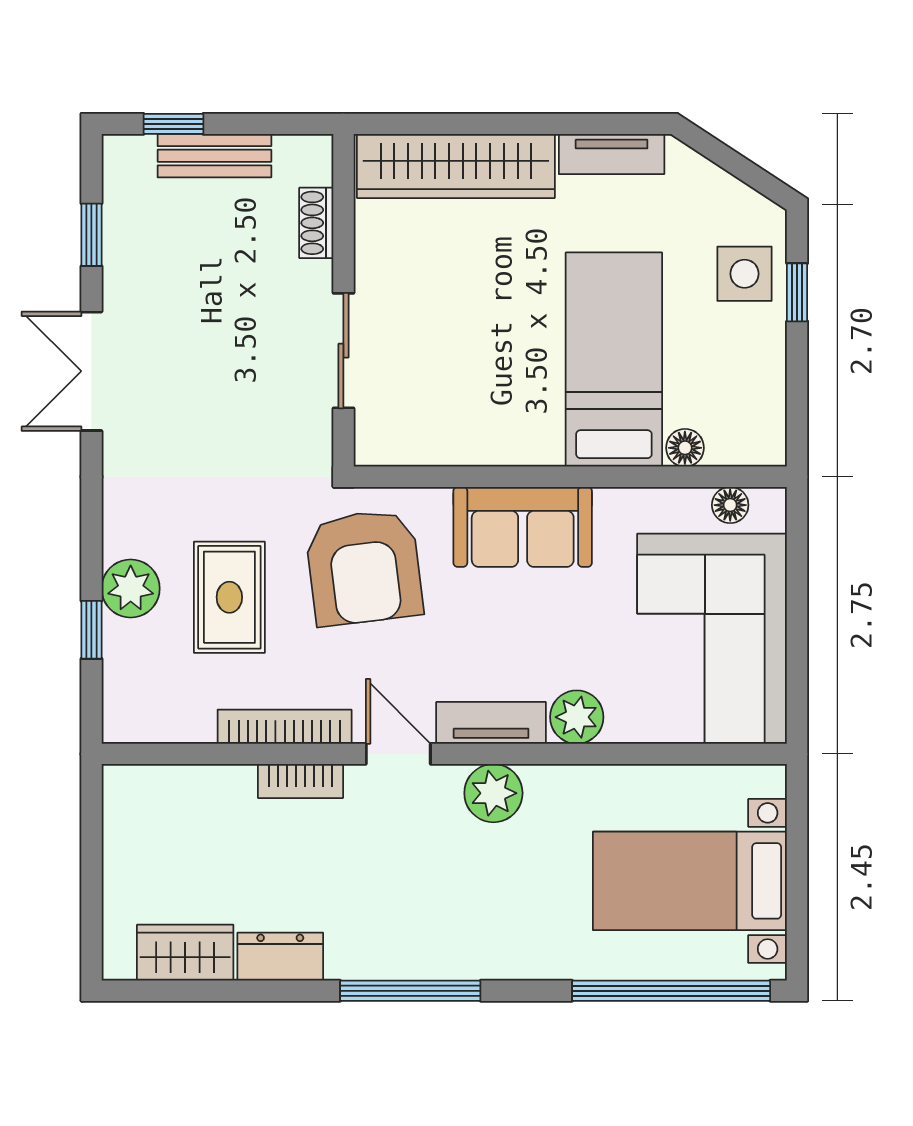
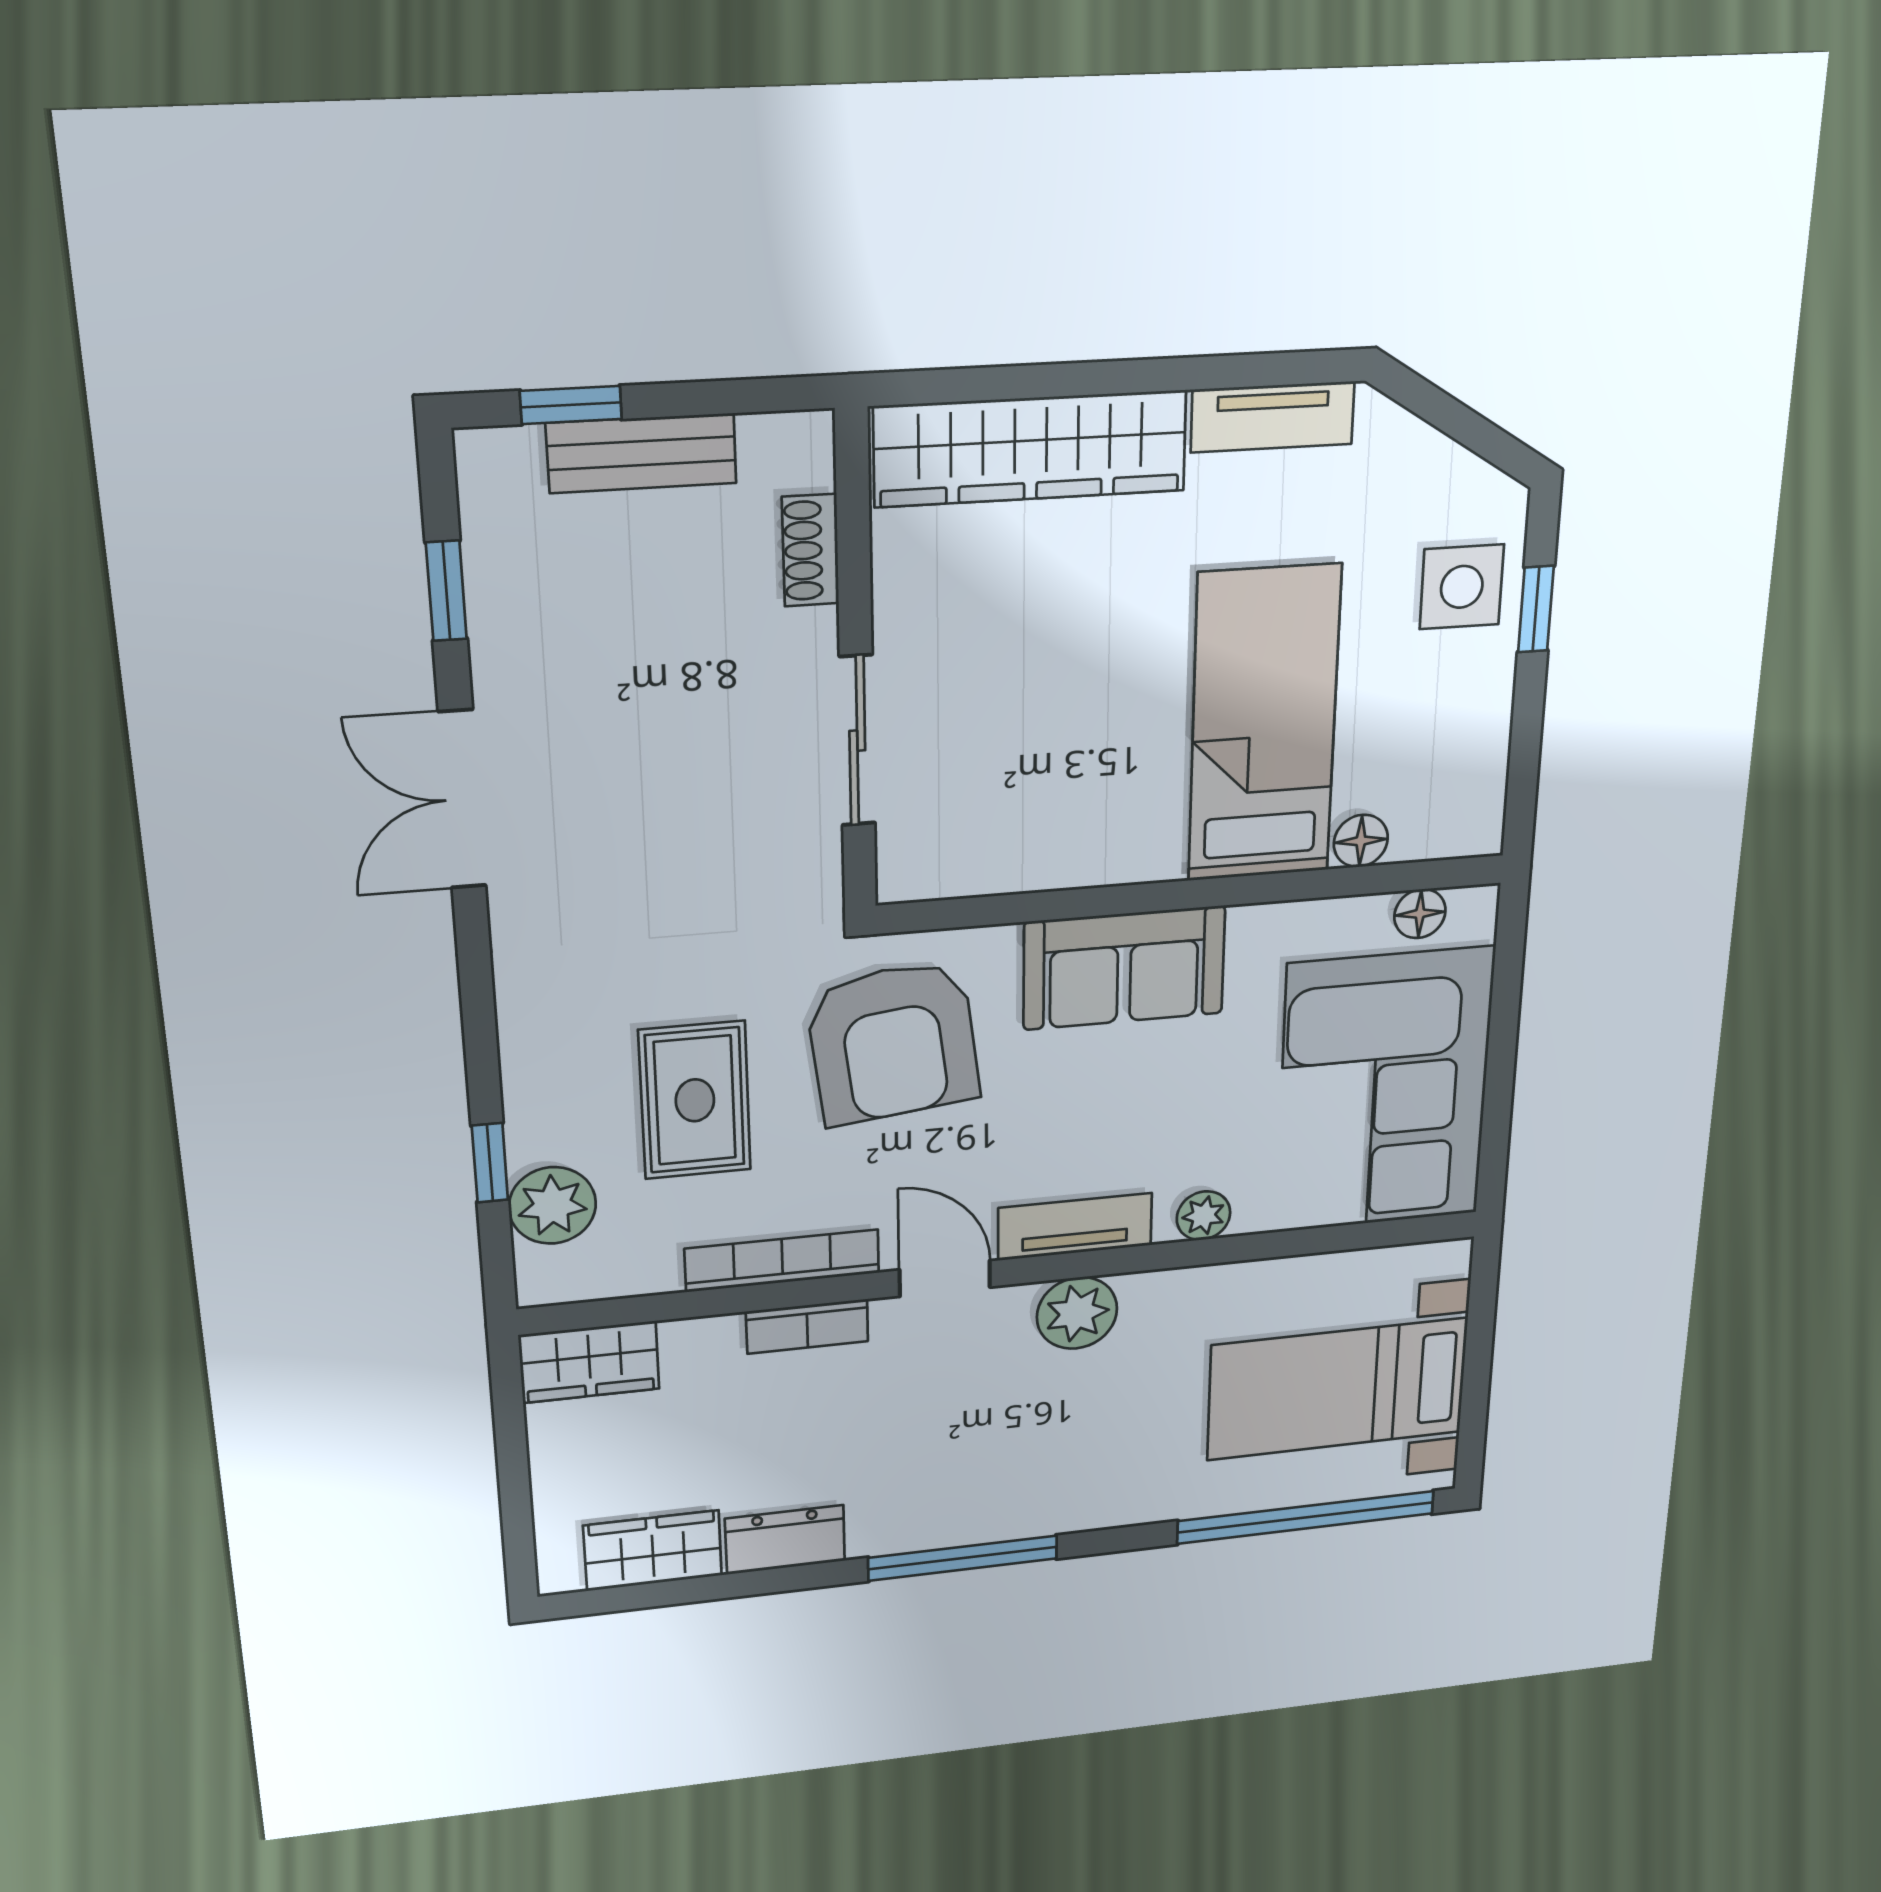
plant: (131, 588) -> (552, 1205), moved
plant: (577, 717) -> (1203, 1216), width x0.73, depth x0.73
wardrobe: (149, 791) -> (589, 1362), added

